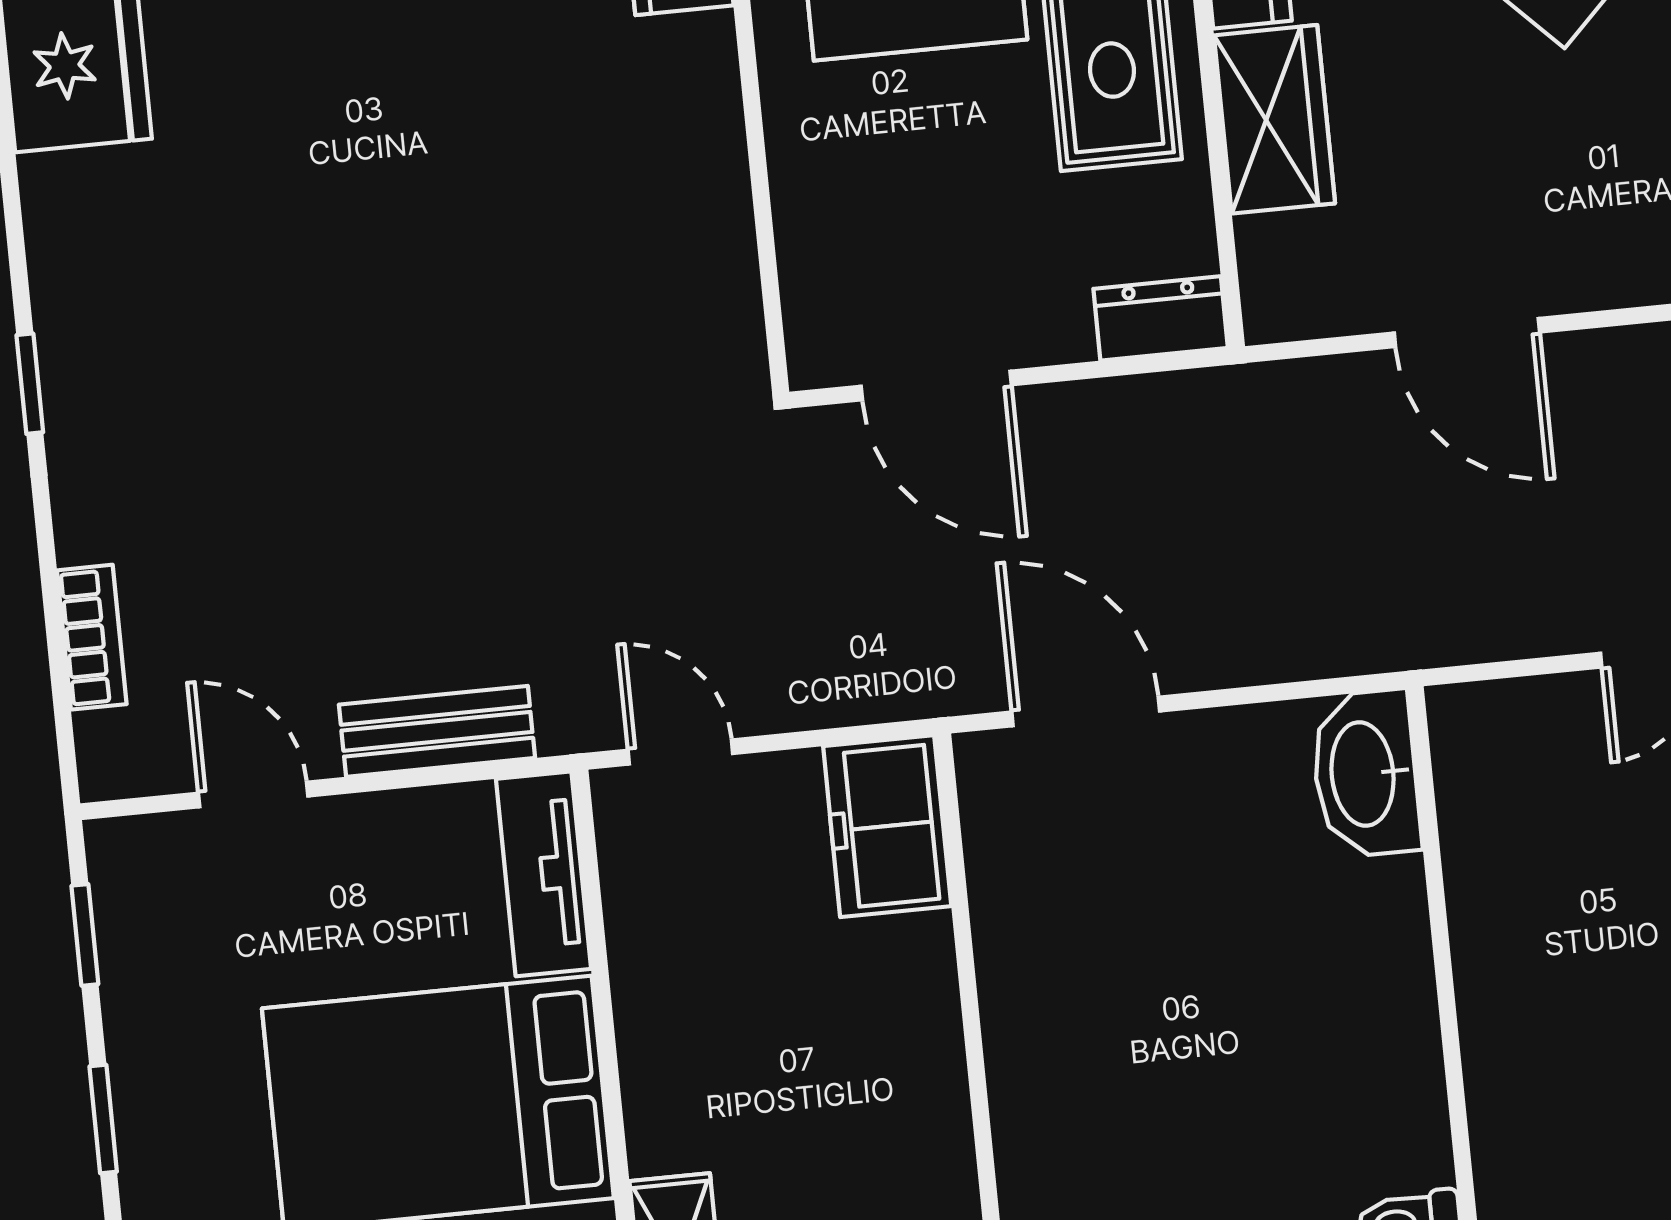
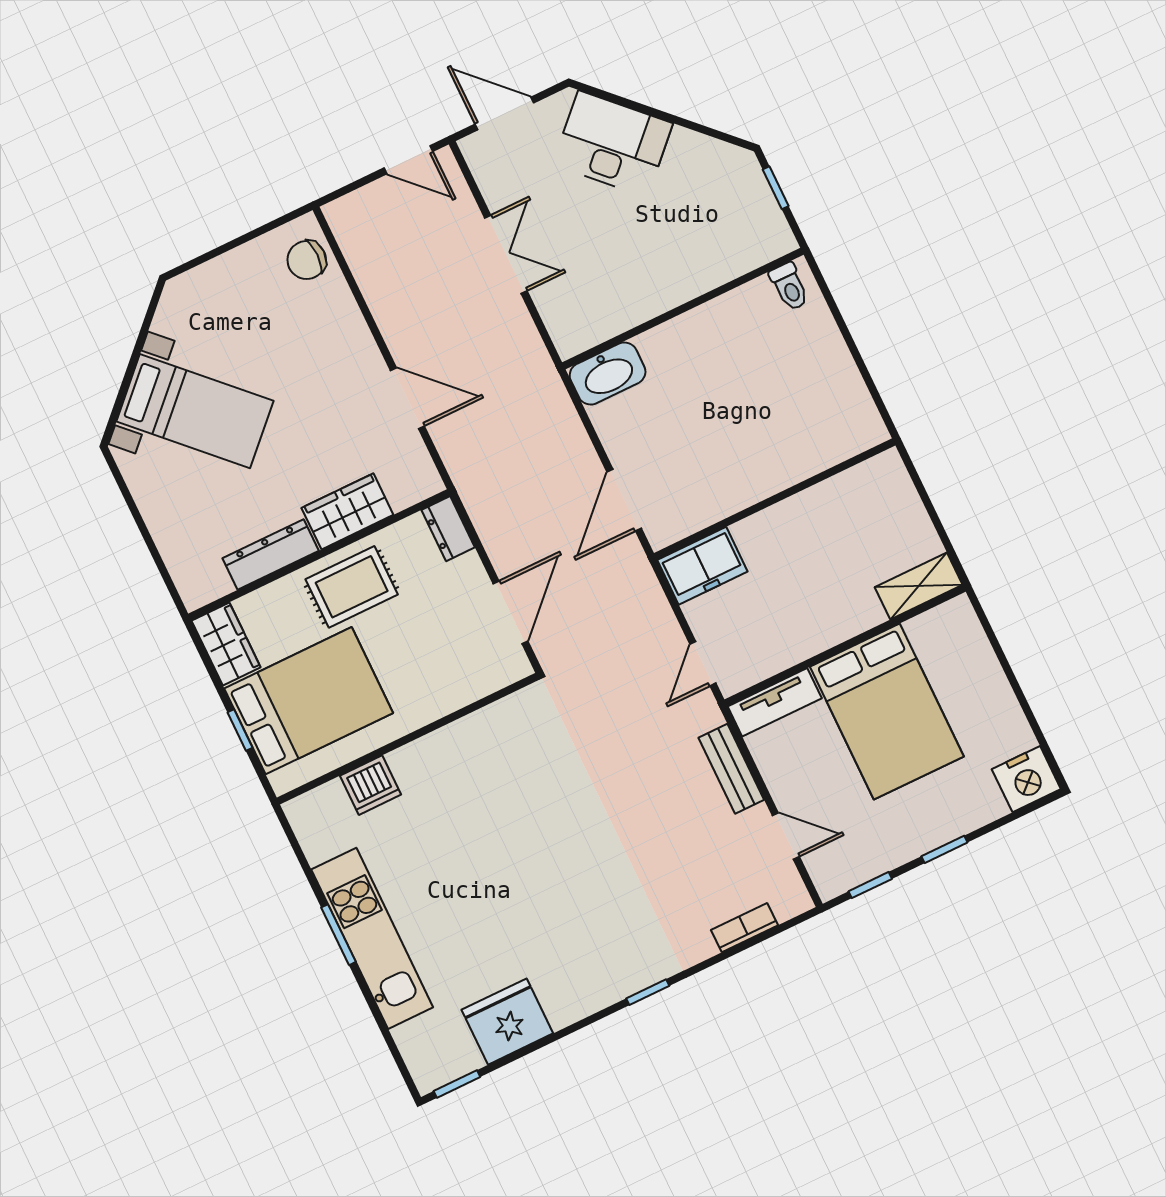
door: (1467, 333) -> (407, 398), hinge flipped
door: (253, 795) -> (786, 836), swing flipped

